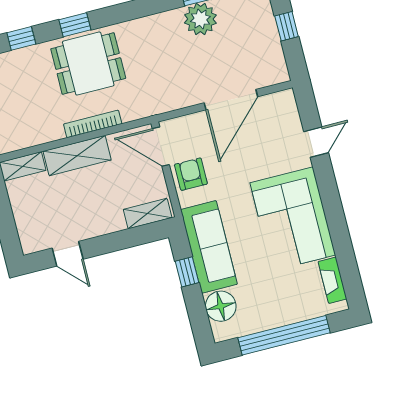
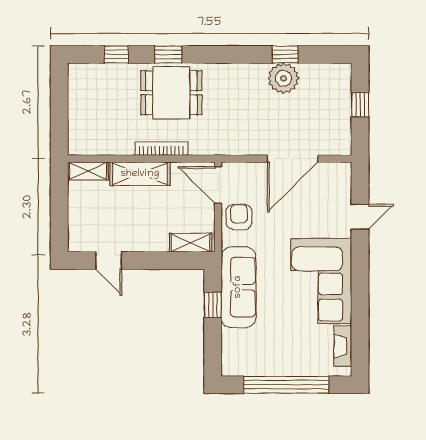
floor lamp: (221, 306) -> (235, 344), removed

